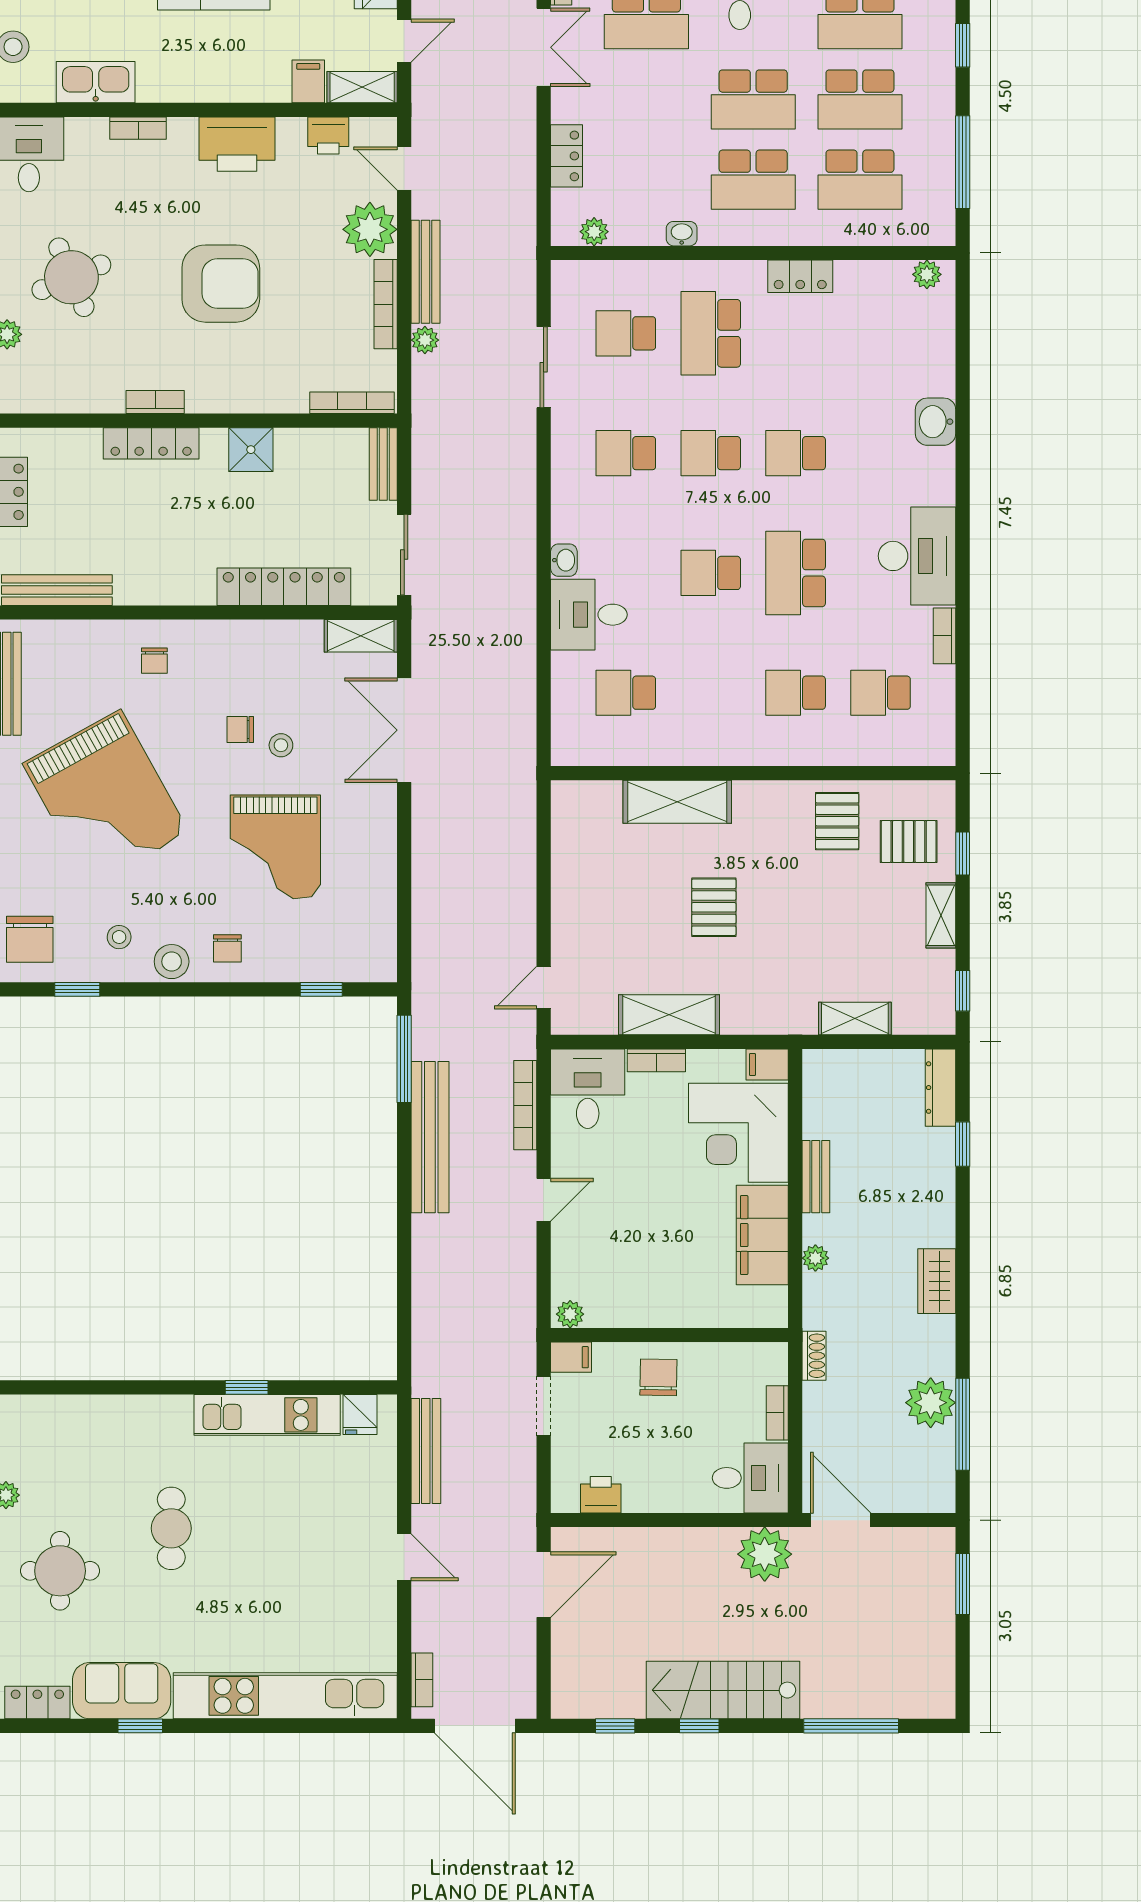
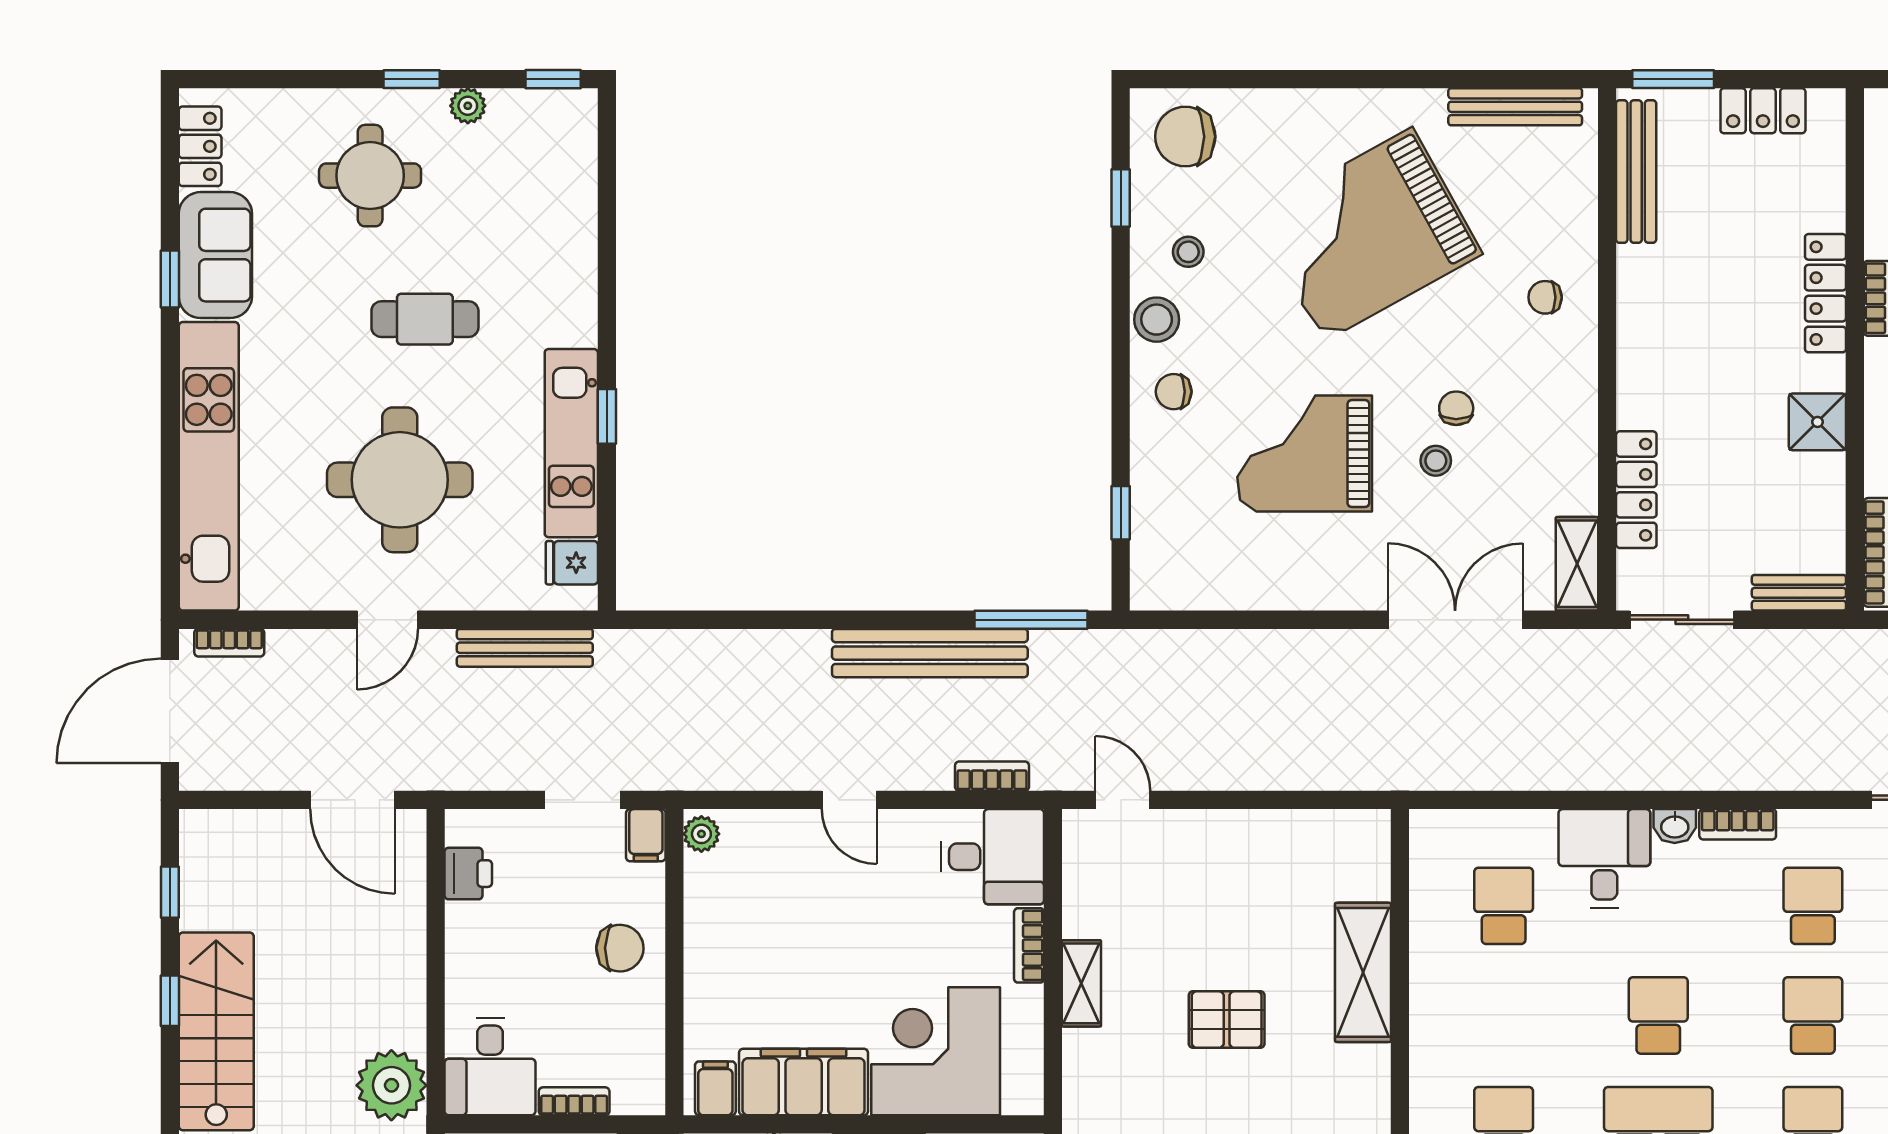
bookcase: (563, 511) -> (1738, 824), added
locker: (284, 587) -> (1636, 490), width x0.71, depth x0.83
shelving: (669, 1015) -> (1081, 983), width x0.67, depth x0.75
filing cabinet: (767, 1065) -> (715, 1088), moved
bookcase: (525, 1105) -> (992, 776), width x0.64
round table: (296, 1548) -> (400, 480), added

